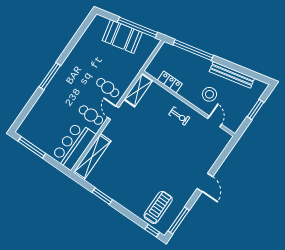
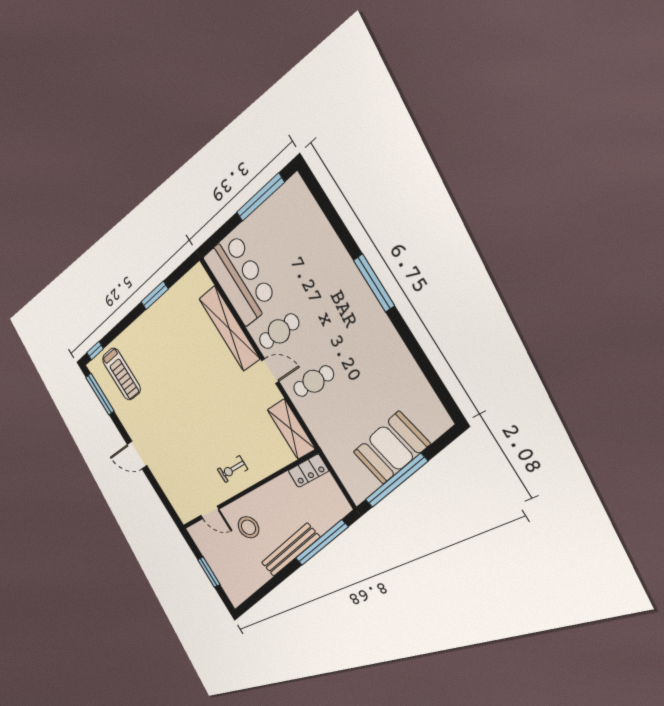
bench: (232, 75) -> (290, 550), moved
locker: (170, 82) -> (308, 471), moved
shelving: (92, 157) -> (229, 329), moved

